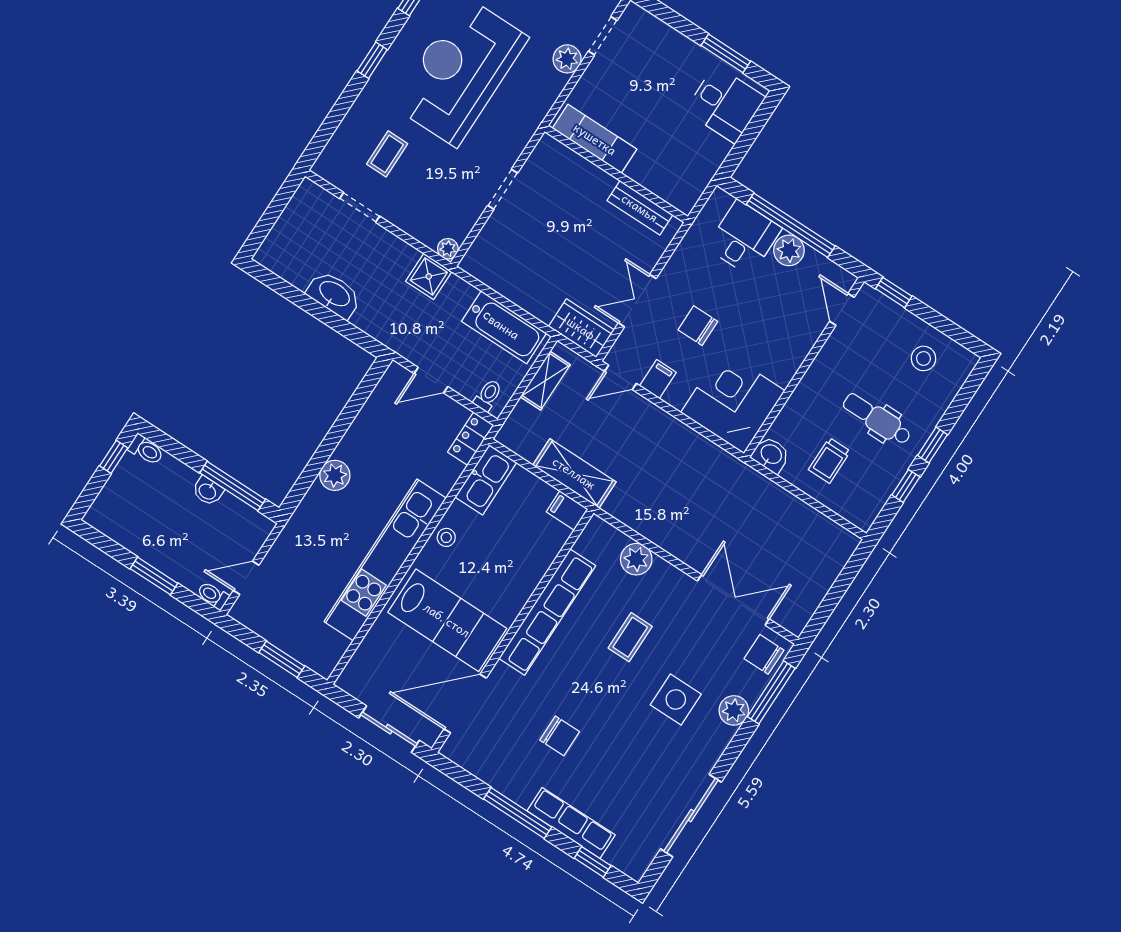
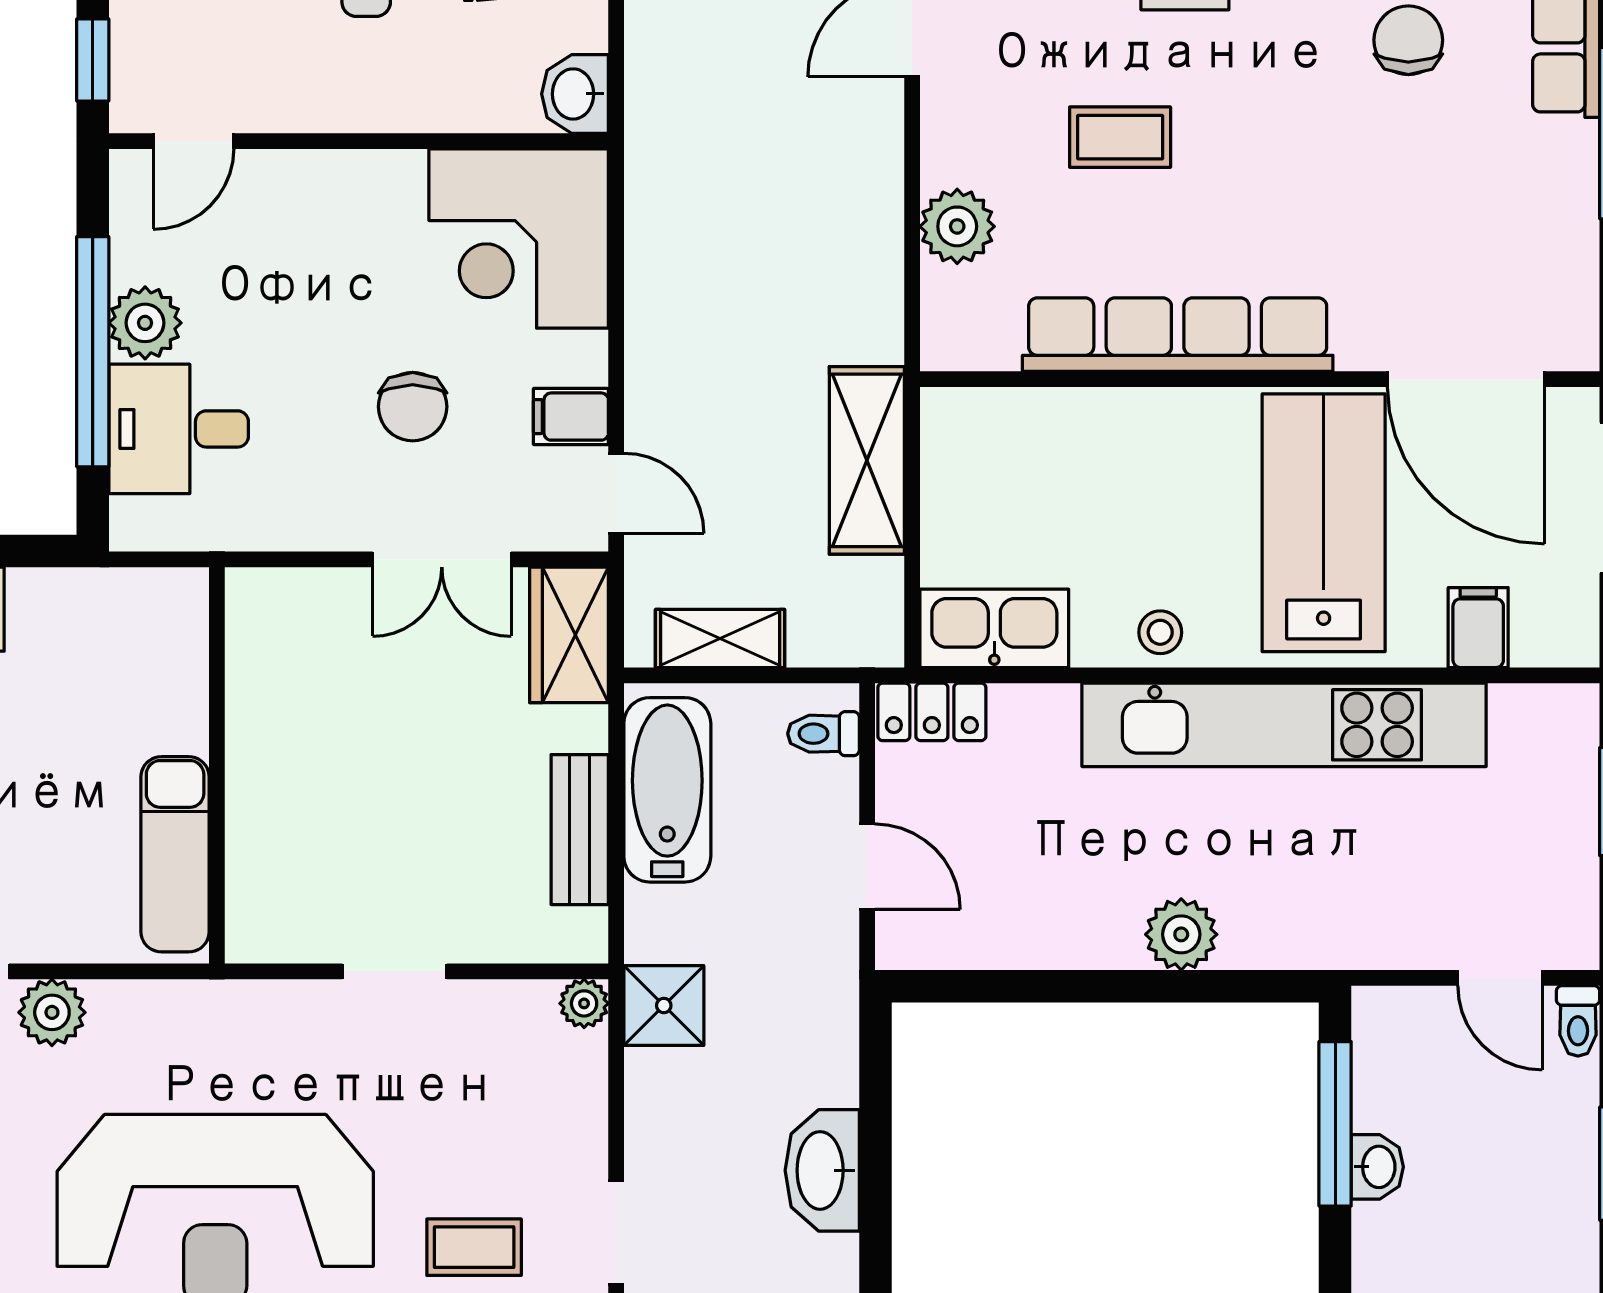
bench: (640, 208) -> (580, 830), moved
filing cabinet: (567, 510) -> (1478, 628), moved, turned 180
chair: (560, 736) -> (1408, 40), moved

